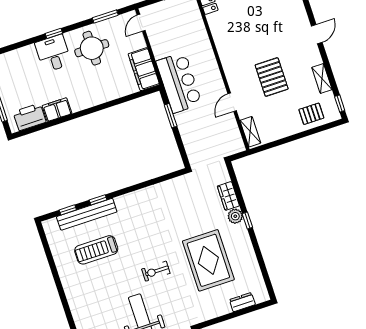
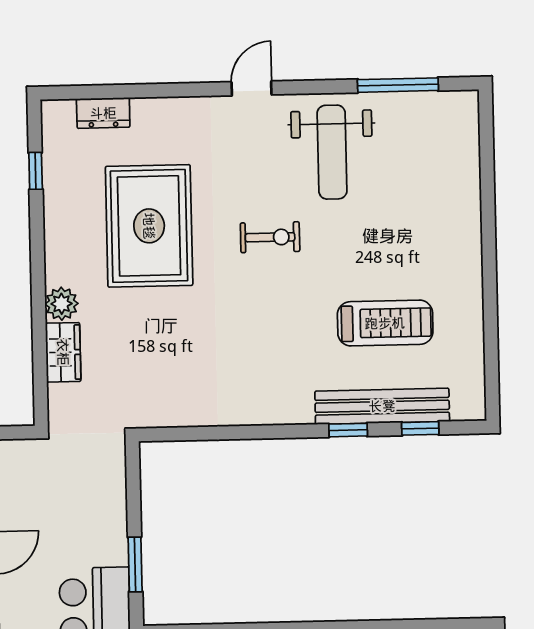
window: (247, 221) -> (36, 171), moved

